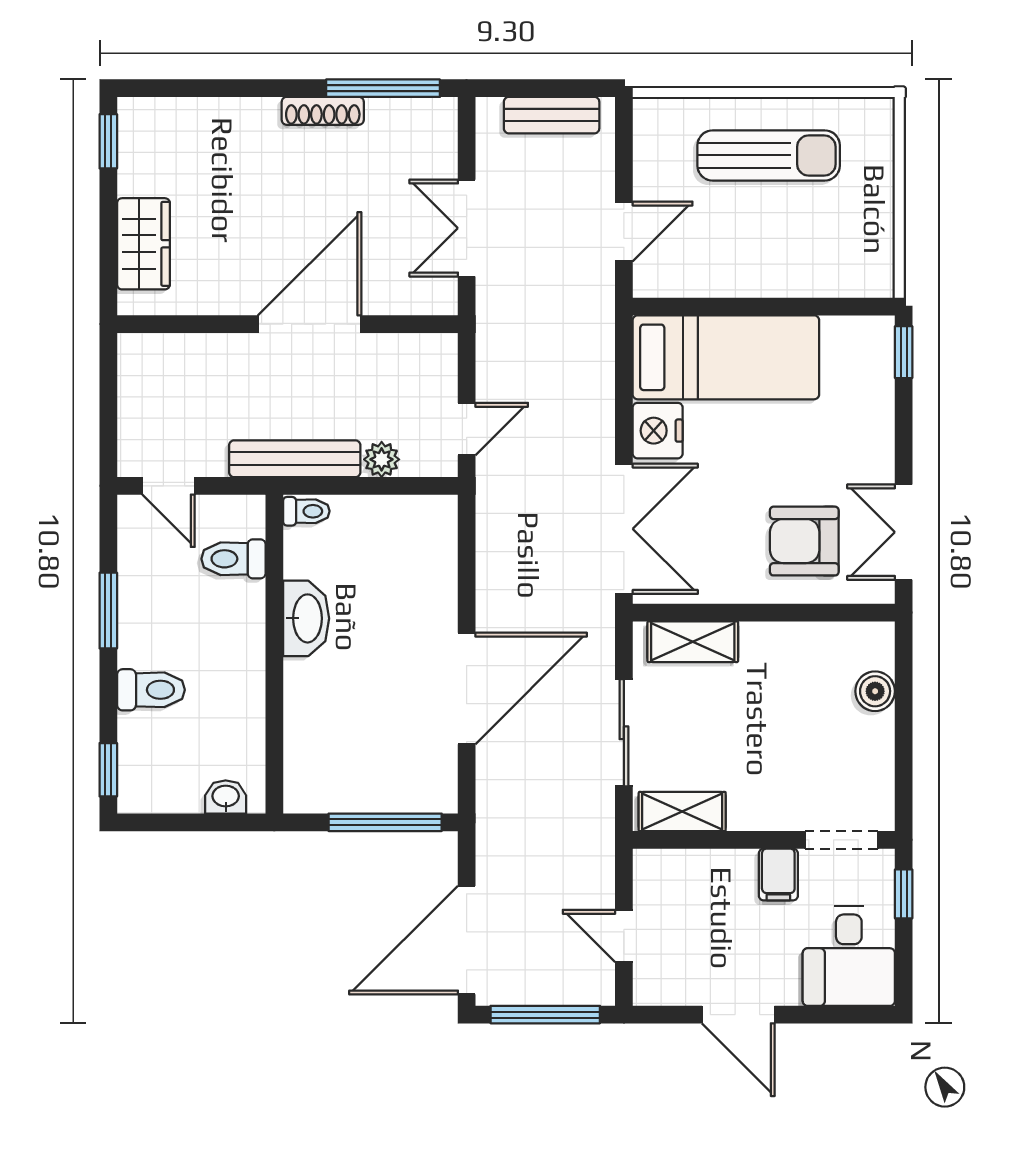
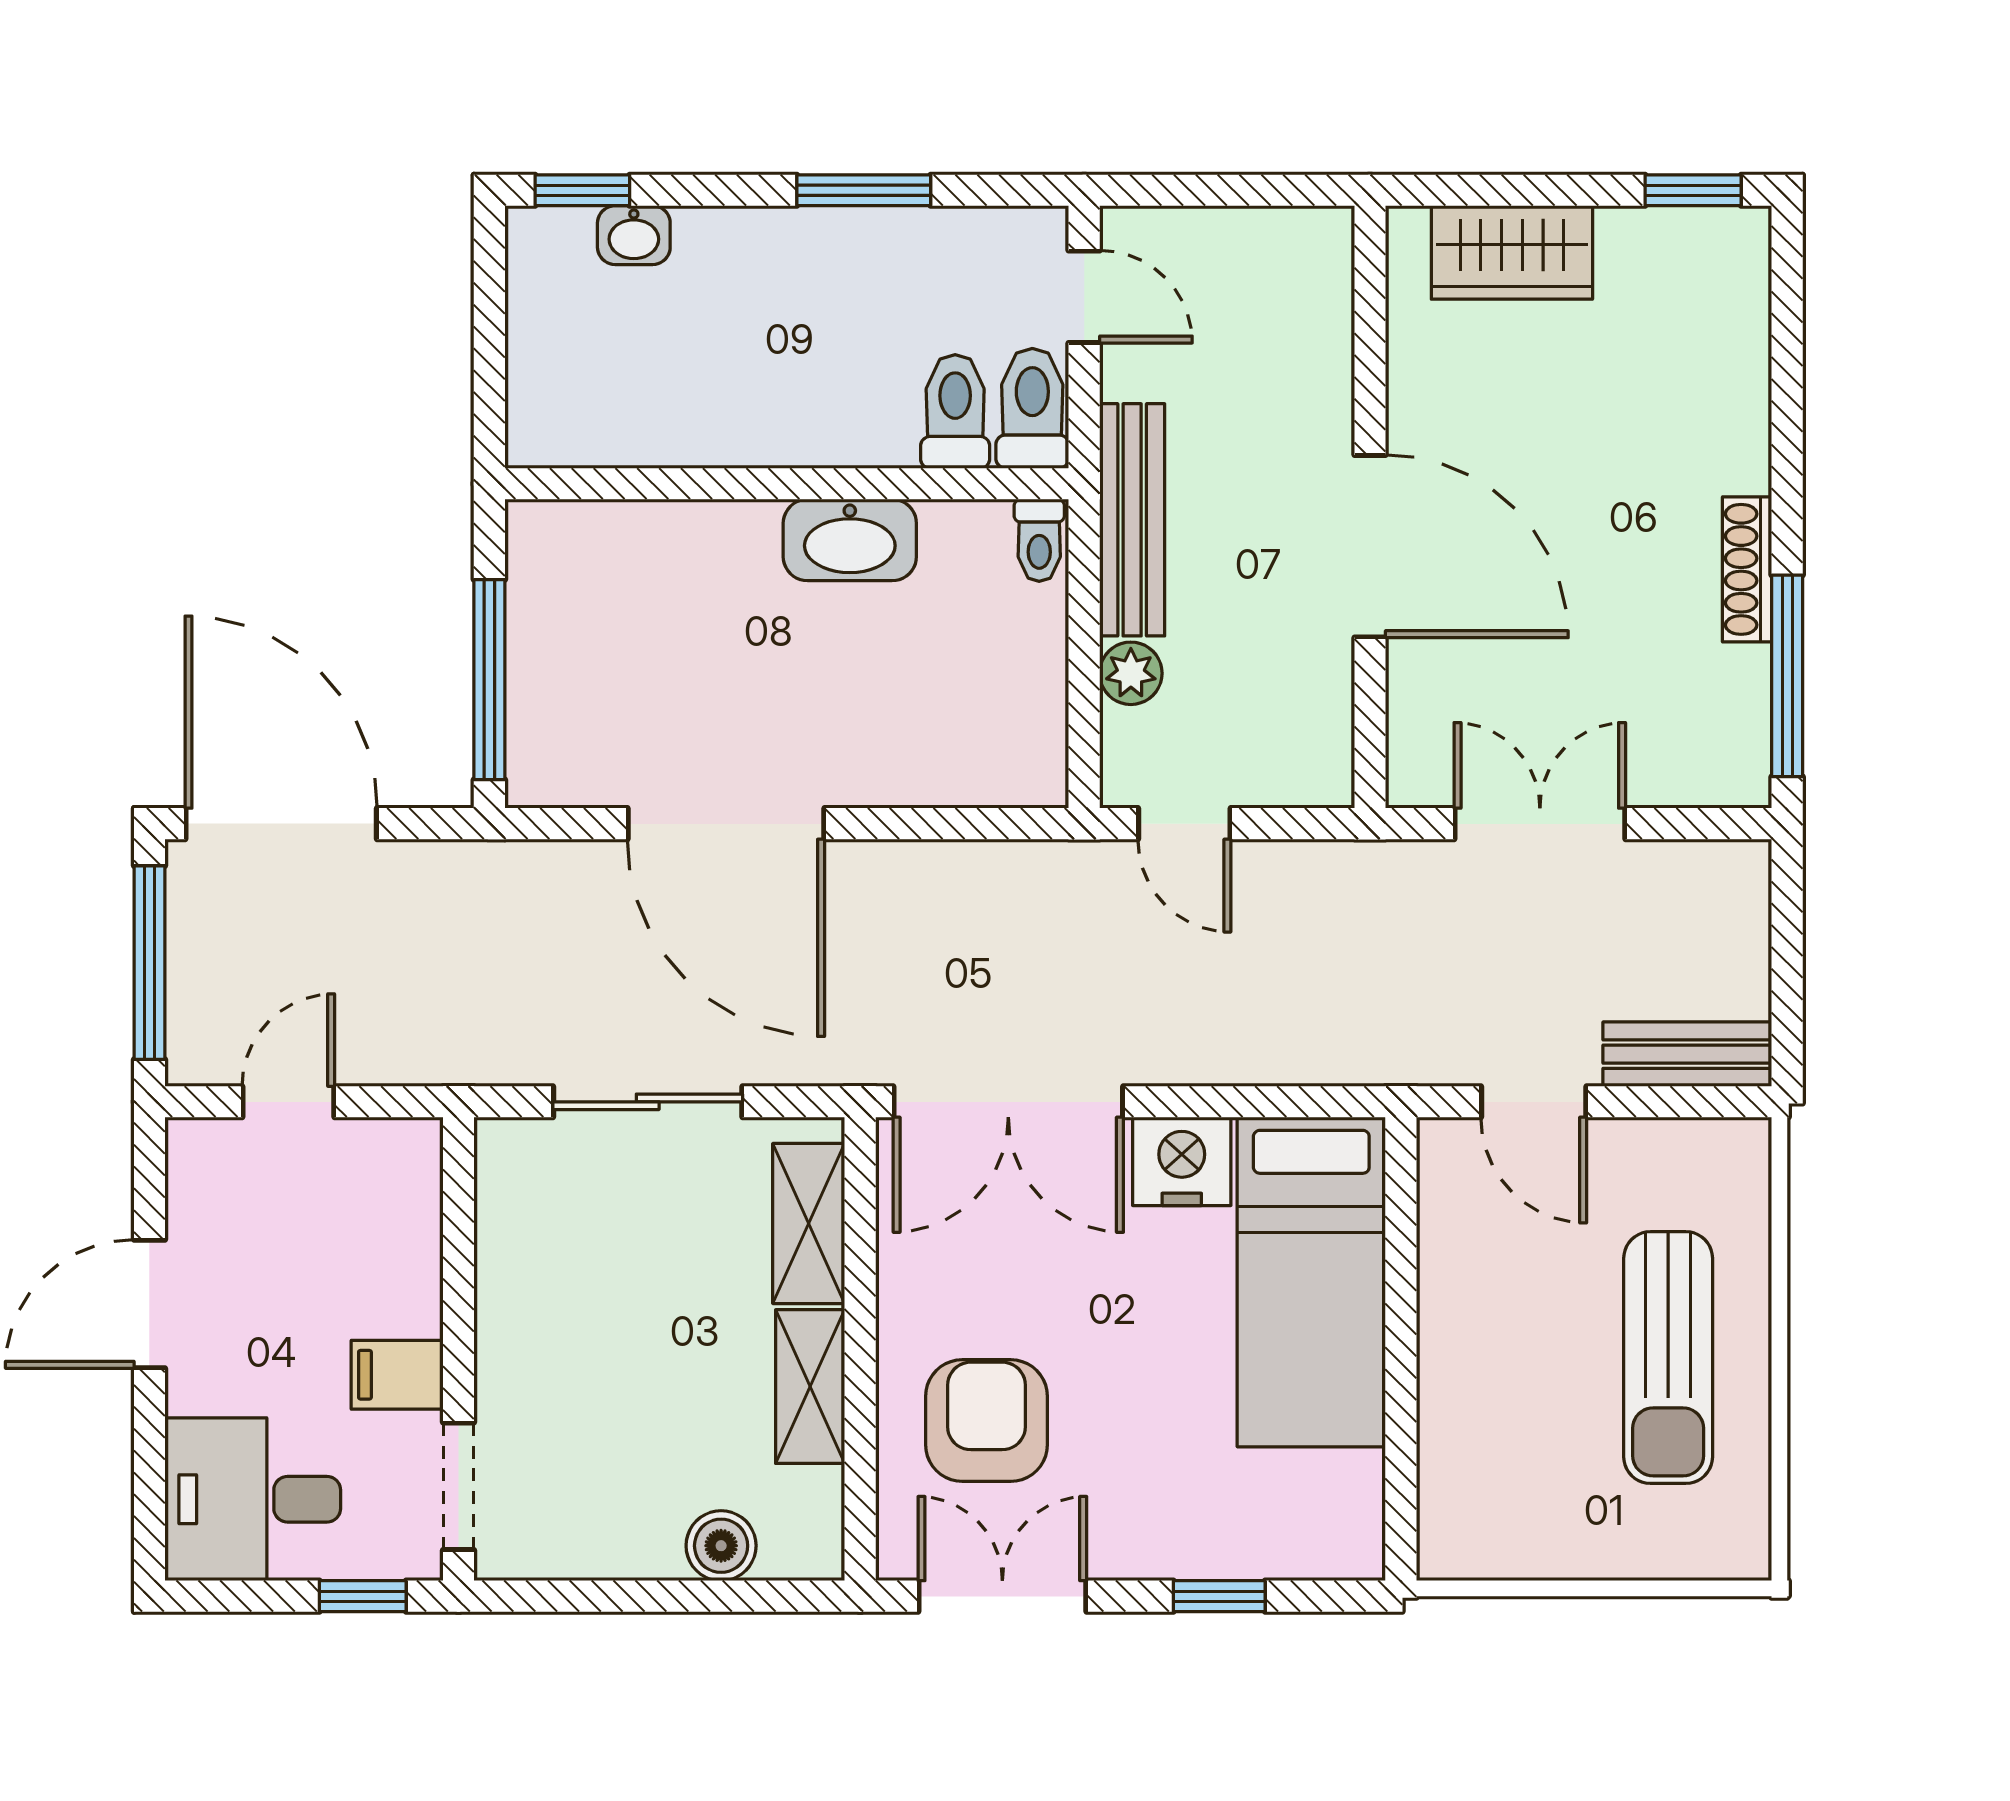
bench: (552, 115) -> (1687, 1054), moved, turned 90
window: (904, 352) -> (1219, 1596), moved
door: (168, 486) -> (1084, 297), swing flipped
toilet: (151, 690) -> (1032, 408), moved, turned 180
washbasin: (226, 797) -> (634, 235), moved, turned 90
shelving: (682, 811) -> (810, 1387), moved

